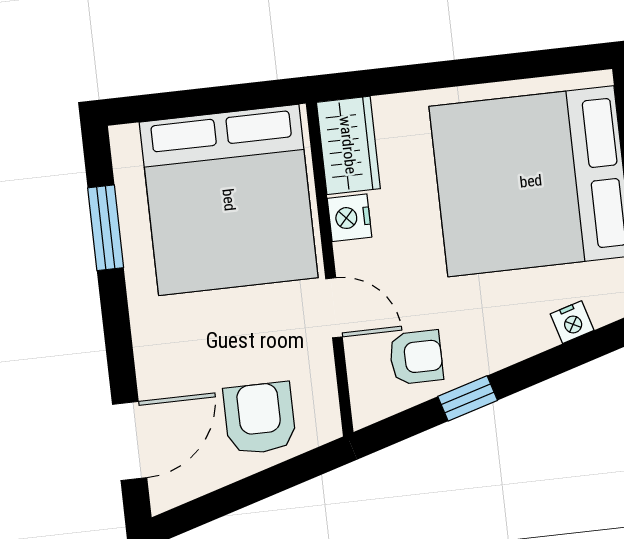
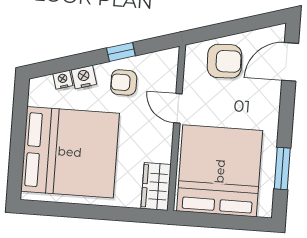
nightstand: (350, 218) -> (84, 77), moved, turned -107
armchair: (416, 357) -> (124, 82), moved
armchair: (260, 418) -> (224, 61), turned -92

